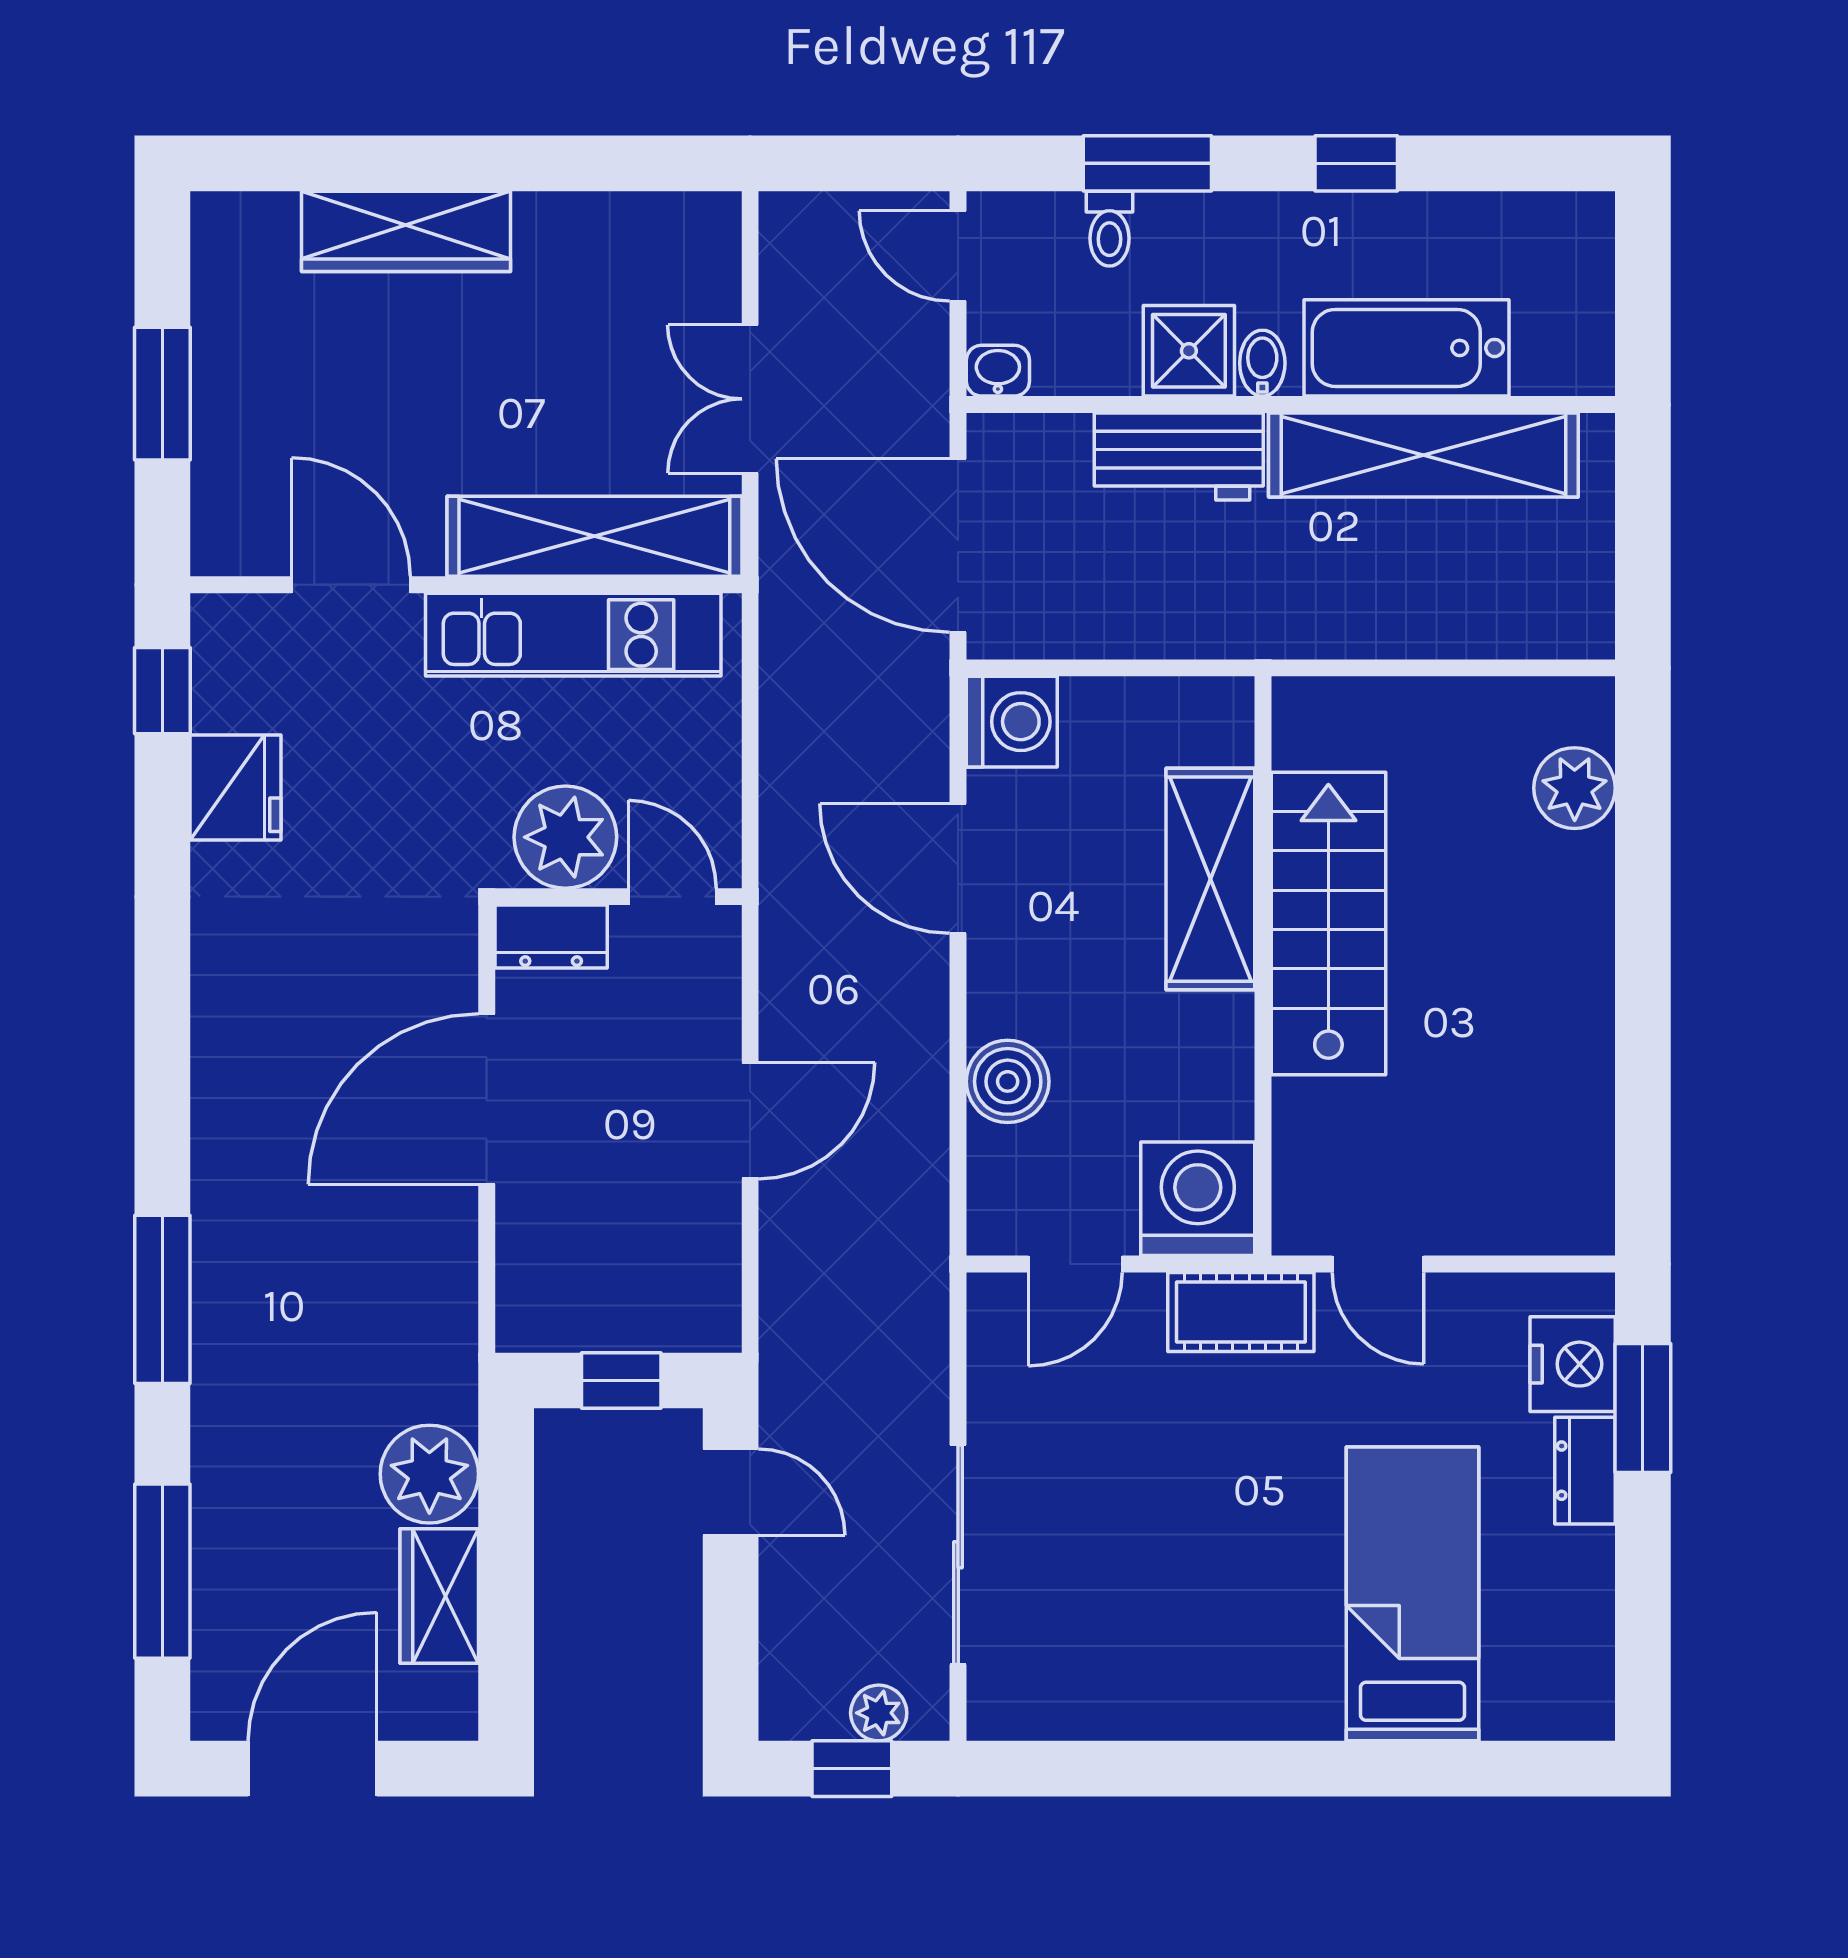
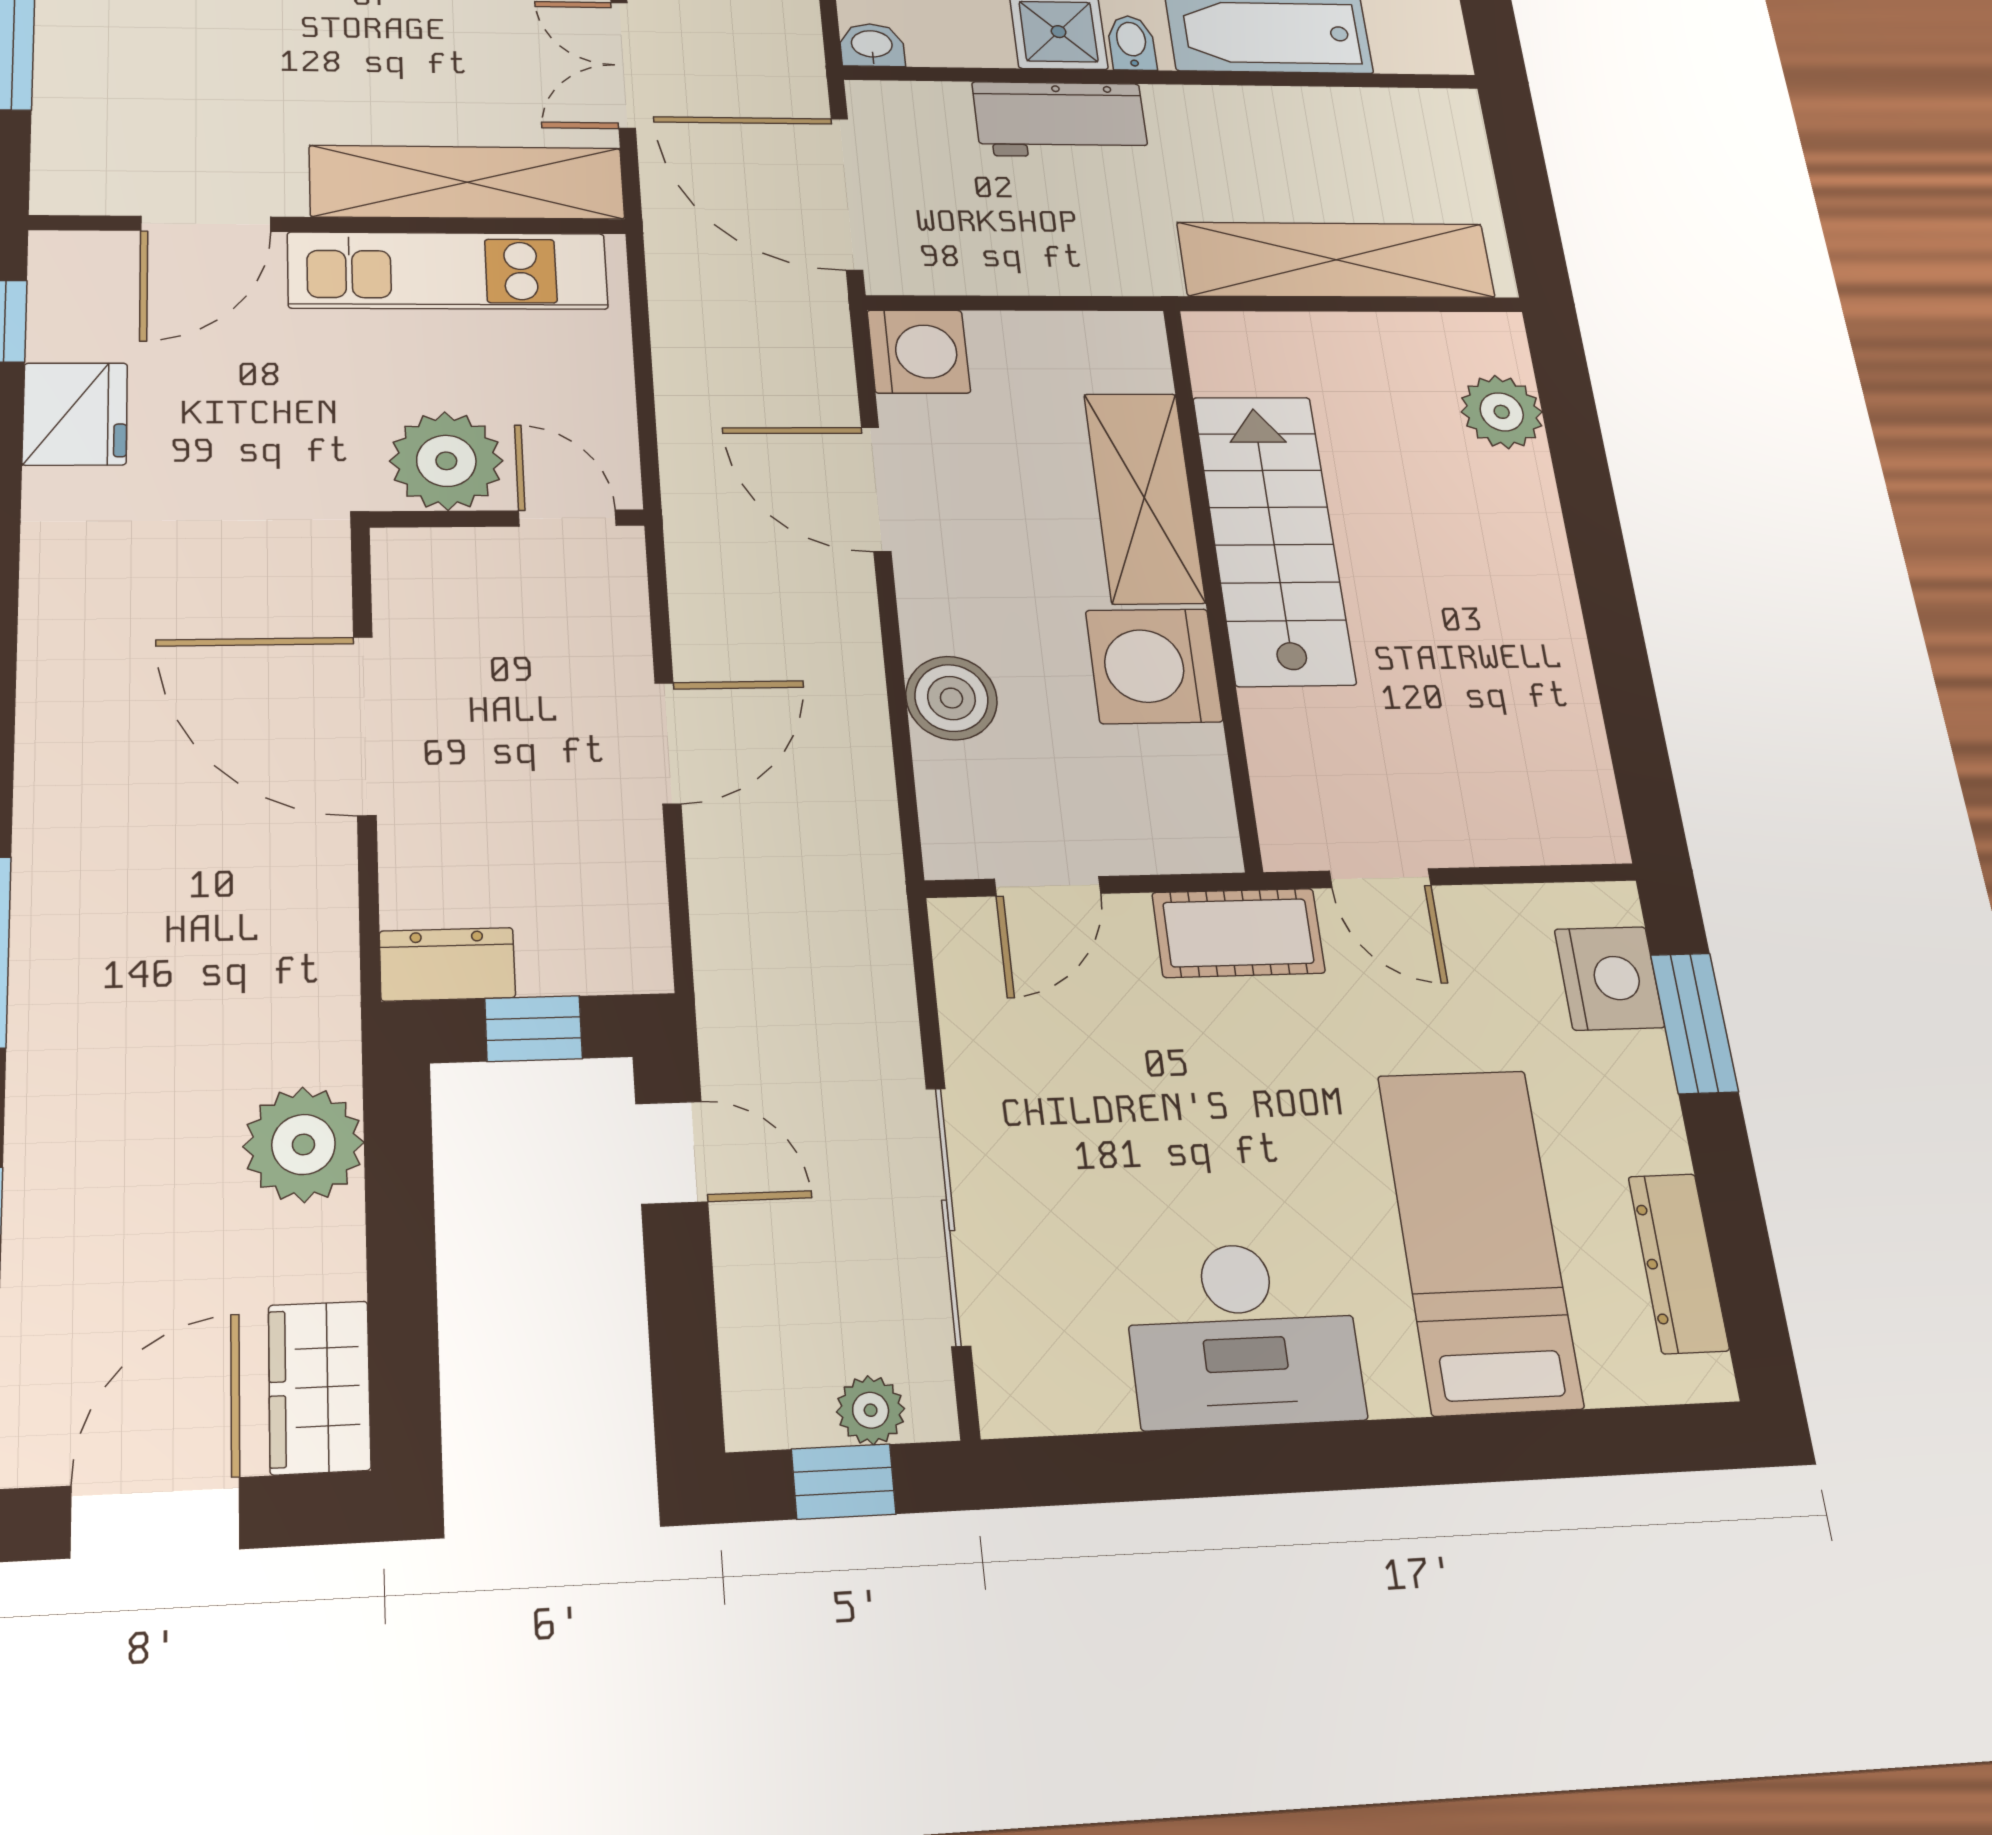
shelving: (1423, 455) -> (1336, 260), moved
door: (351, 585) -> (206, 224), swing flipped
dresser: (551, 937) -> (447, 964), moved, turned 180
door: (487, 1099) -> (365, 725), hinge flipped
washing machine: (1198, 1199) -> (1154, 666), moved, turned -90
dresser: (1585, 1471) -> (1678, 1263), moved, width x1.44
wardrobe: (439, 1596) -> (319, 1387), moved
desk: (1196, 1666) -> (1243, 1335), added

